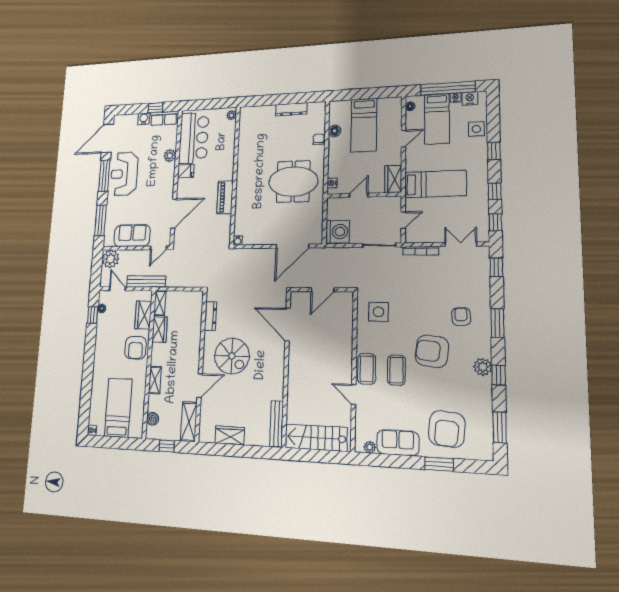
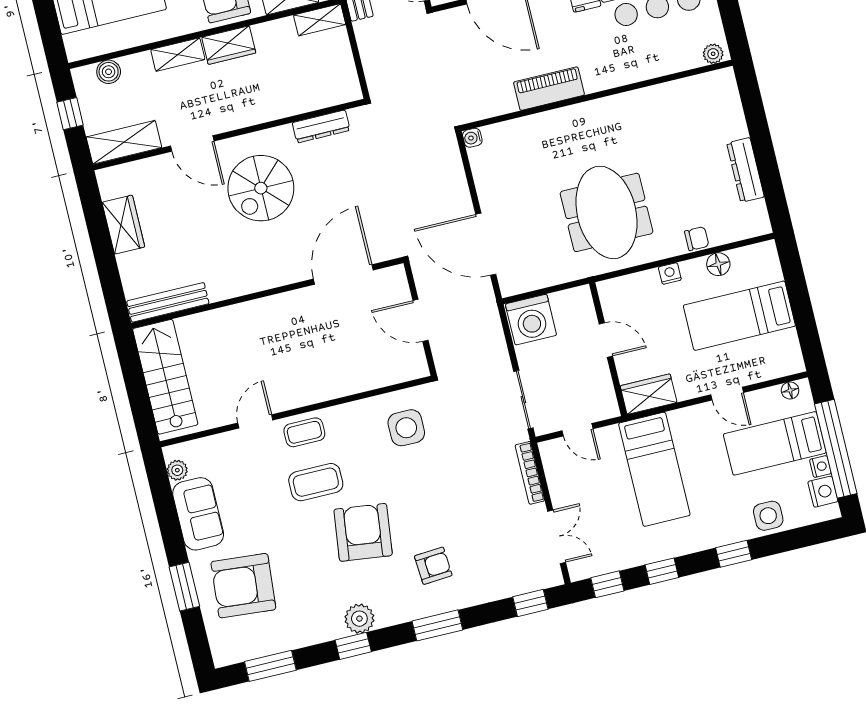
nightstand: (332, 183) -> (670, 273), moved
wardrobe: (160, 330) -> (229, 45), moved
coffee table: (367, 369) -> (304, 432), width x0.73, depth x0.77

